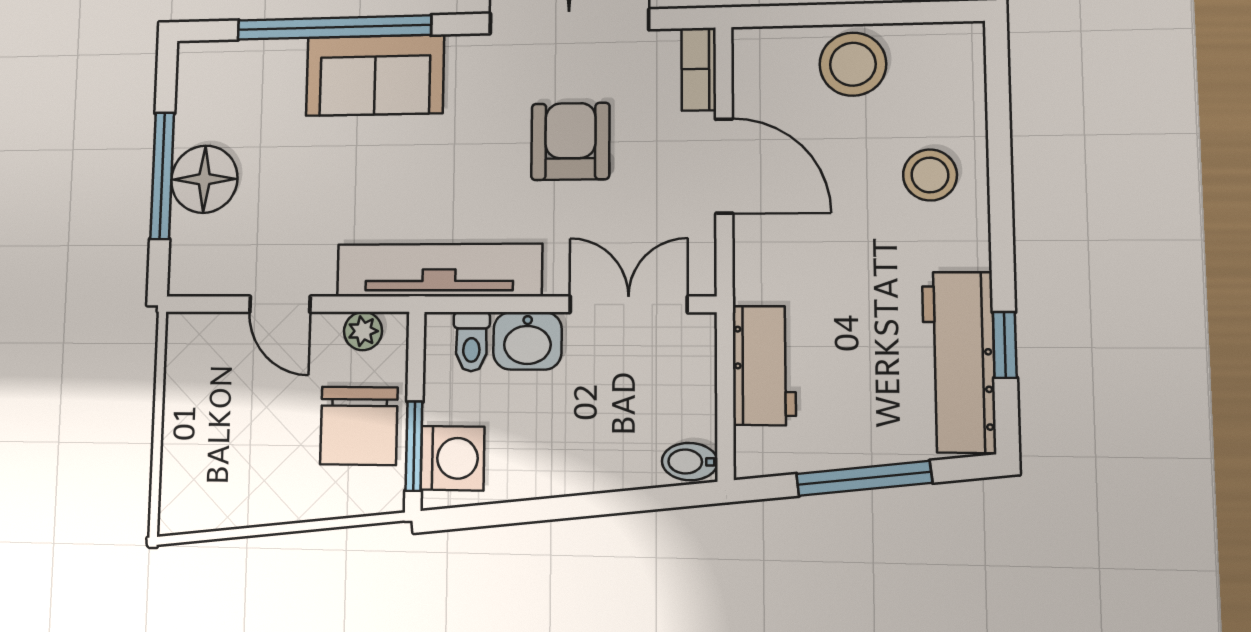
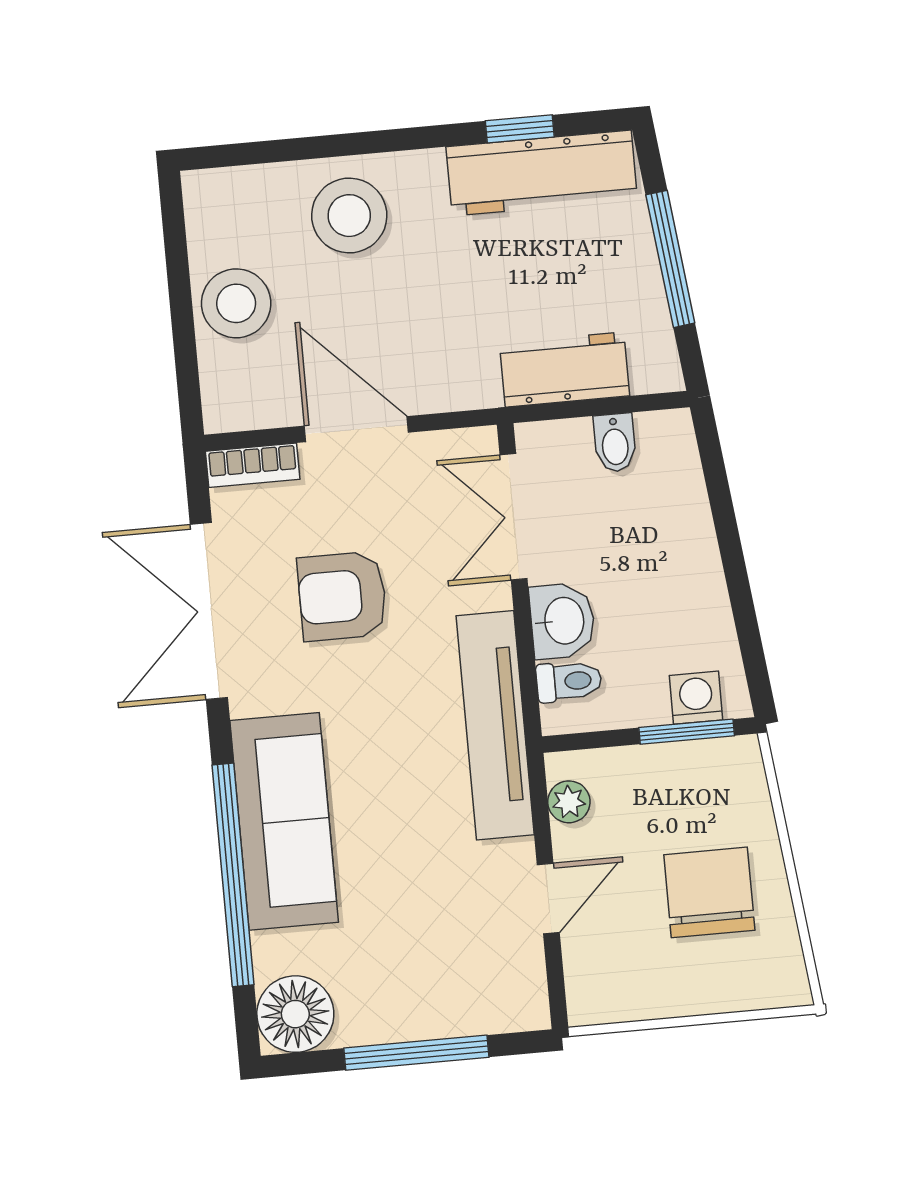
sofa: (375, 75) -> (284, 821), width x1.36
door: (724, 166) -> (356, 429), hinge flipped
stool: (930, 175) -> (349, 216), width x1.38, depth x1.38
floor lamp: (204, 179) -> (295, 1014), moved
chair: (359, 426) -> (709, 892), moved, turned -90
washing machine: (452, 458) -> (696, 698), width x0.73, depth x0.73
bidet: (690, 462) -> (615, 443), moved

